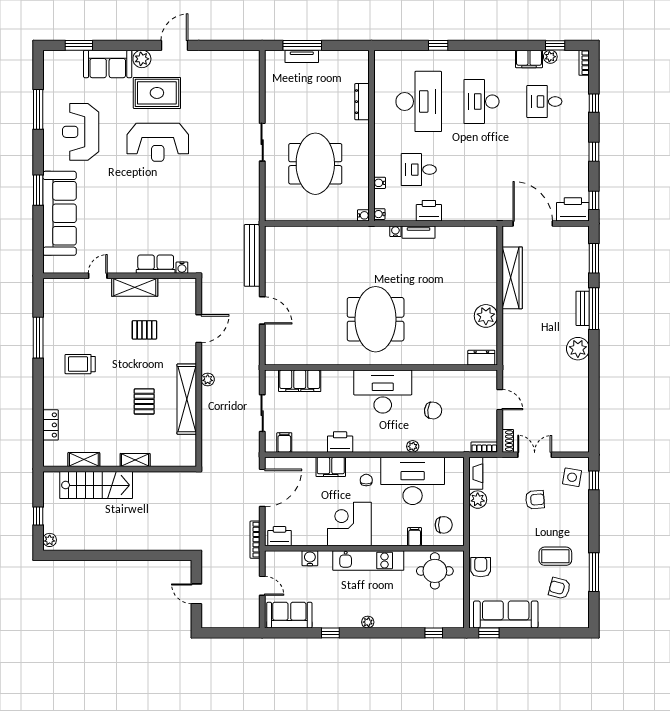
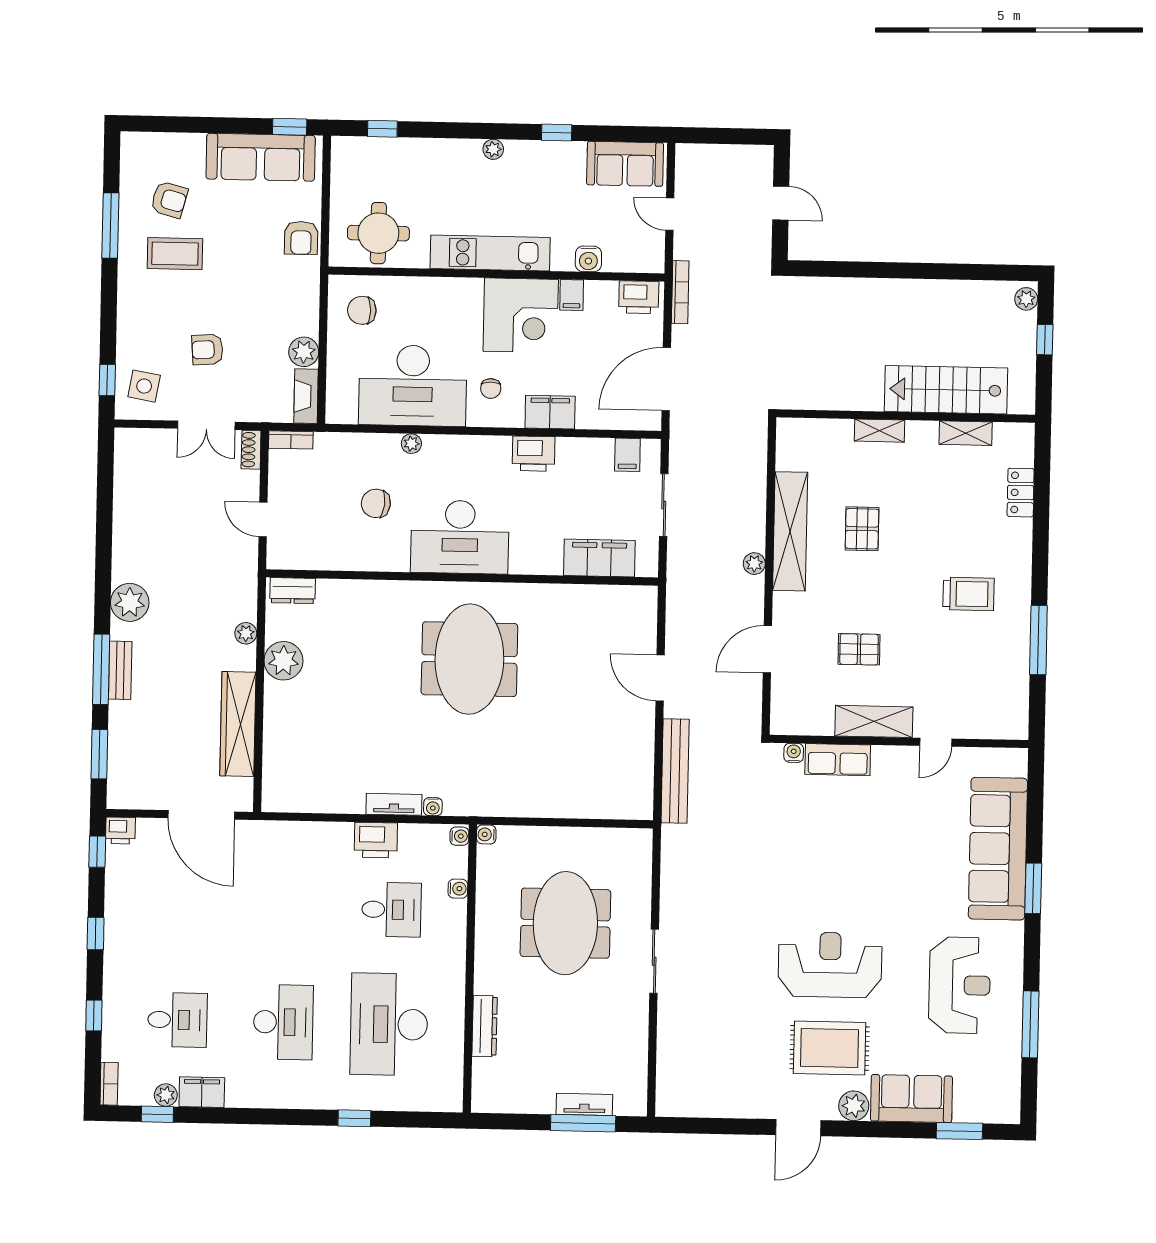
printer: (573, 209) -> (120, 831), width x0.53, depth x0.68
plant: (509, 332) -> (246, 633), added
filing cabinet: (415, 537) -> (572, 295), moved

